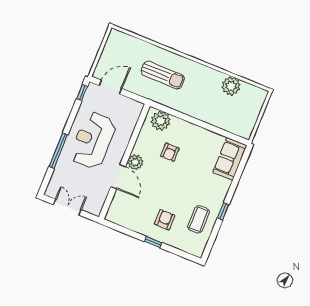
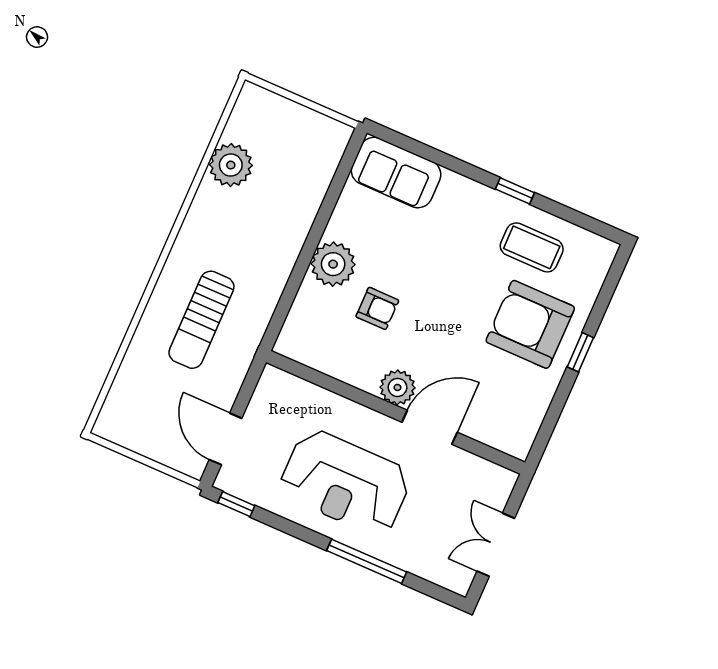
sun lounger: (163, 75) -> (201, 320), turned 180
plant: (161, 121) -> (333, 264), moved
armchair: (165, 220) -> (530, 324), width x1.88, depth x1.88

